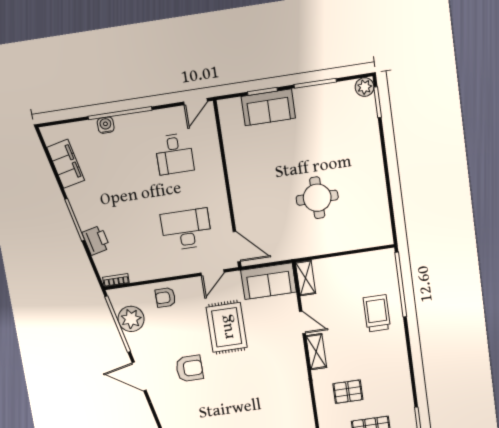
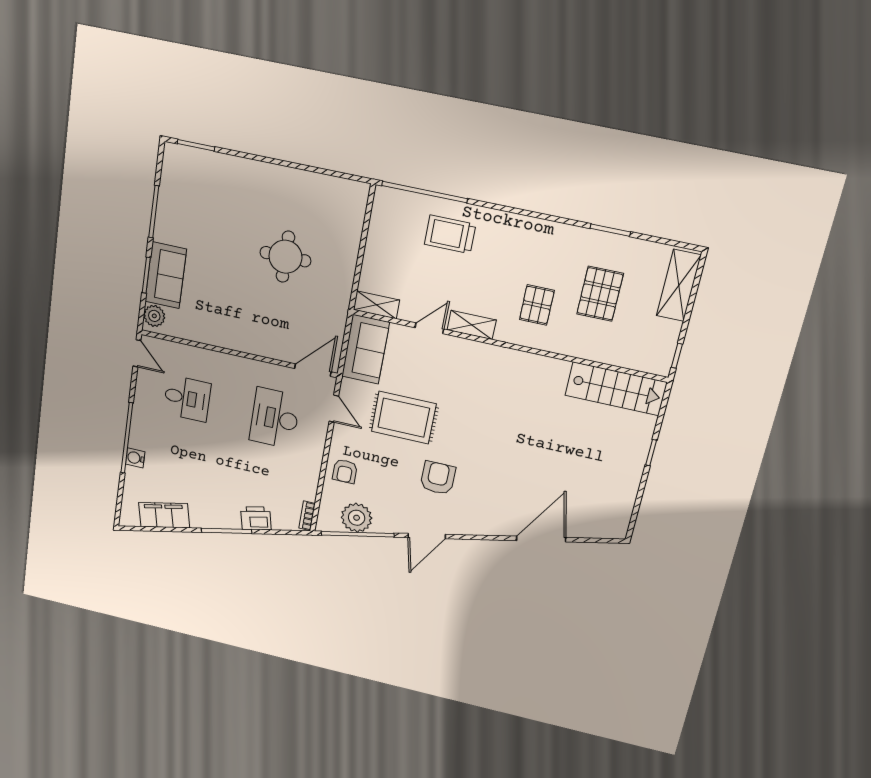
plant: (365, 87) -> (154, 316), moved

